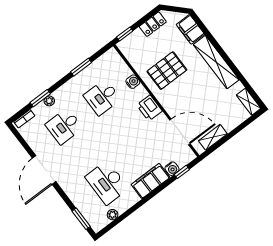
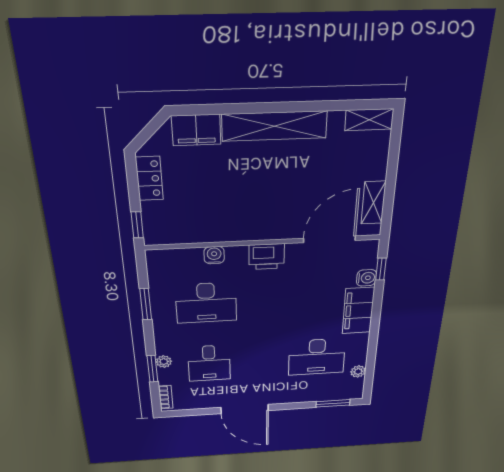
pallet: (167, 71) -> (233, 203), removed
desk: (102, 97) -> (206, 303), width x1.37

